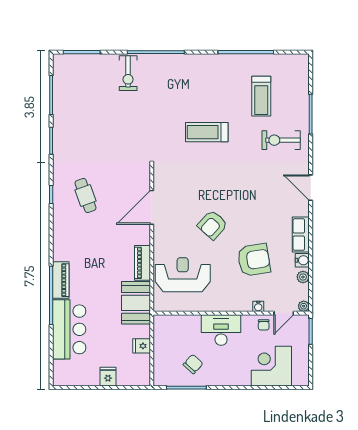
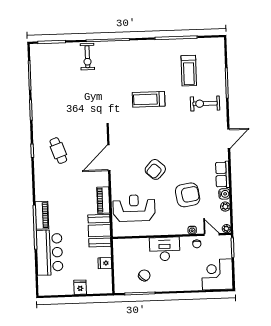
door: (311, 188) -> (229, 139), swing flipped
door: (284, 313) -> (212, 234), swing flipped
corner desk: (271, 366) -> (217, 274), moved

